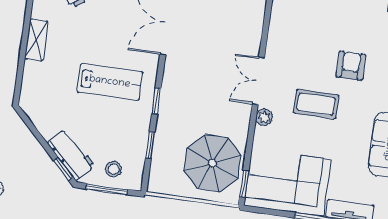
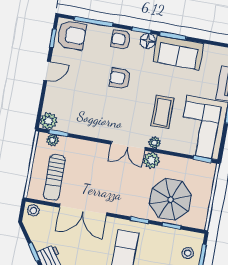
coffee table: (316, 104) -> (163, 112), moved
plant: (240, 114) -> (151, 160), added
parasol: (212, 163) -> (170, 199), moved

